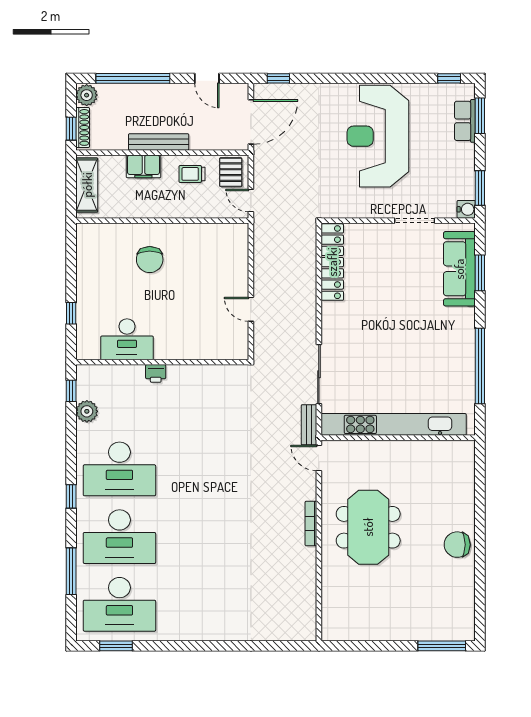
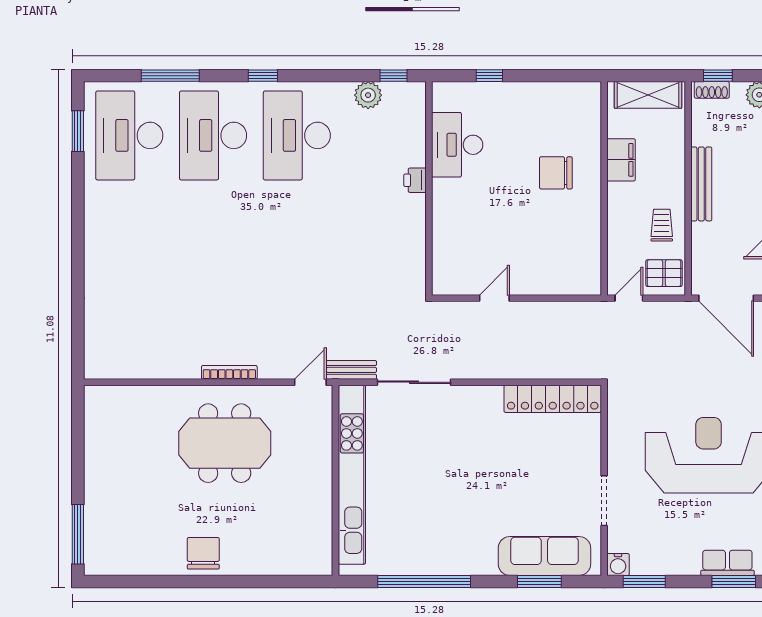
shoe rack: (83, 127) -> (712, 90), width x0.70
filing cabinet: (143, 166) -> (621, 160), moved, turned 180

